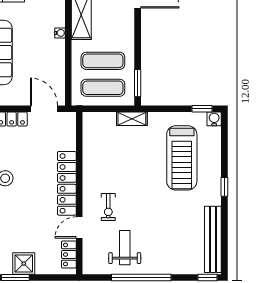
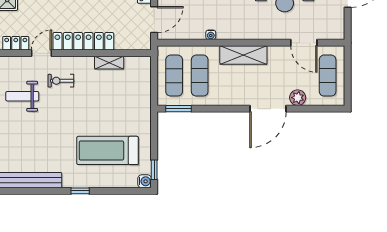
water cooler: (60, 33) -> (211, 35), moved
shelving: (132, 119) -> (109, 63), moved, turned 90
door: (79, 227) -> (41, 53), hinge flipped
weight bench: (125, 248) -> (22, 96), turned 180

